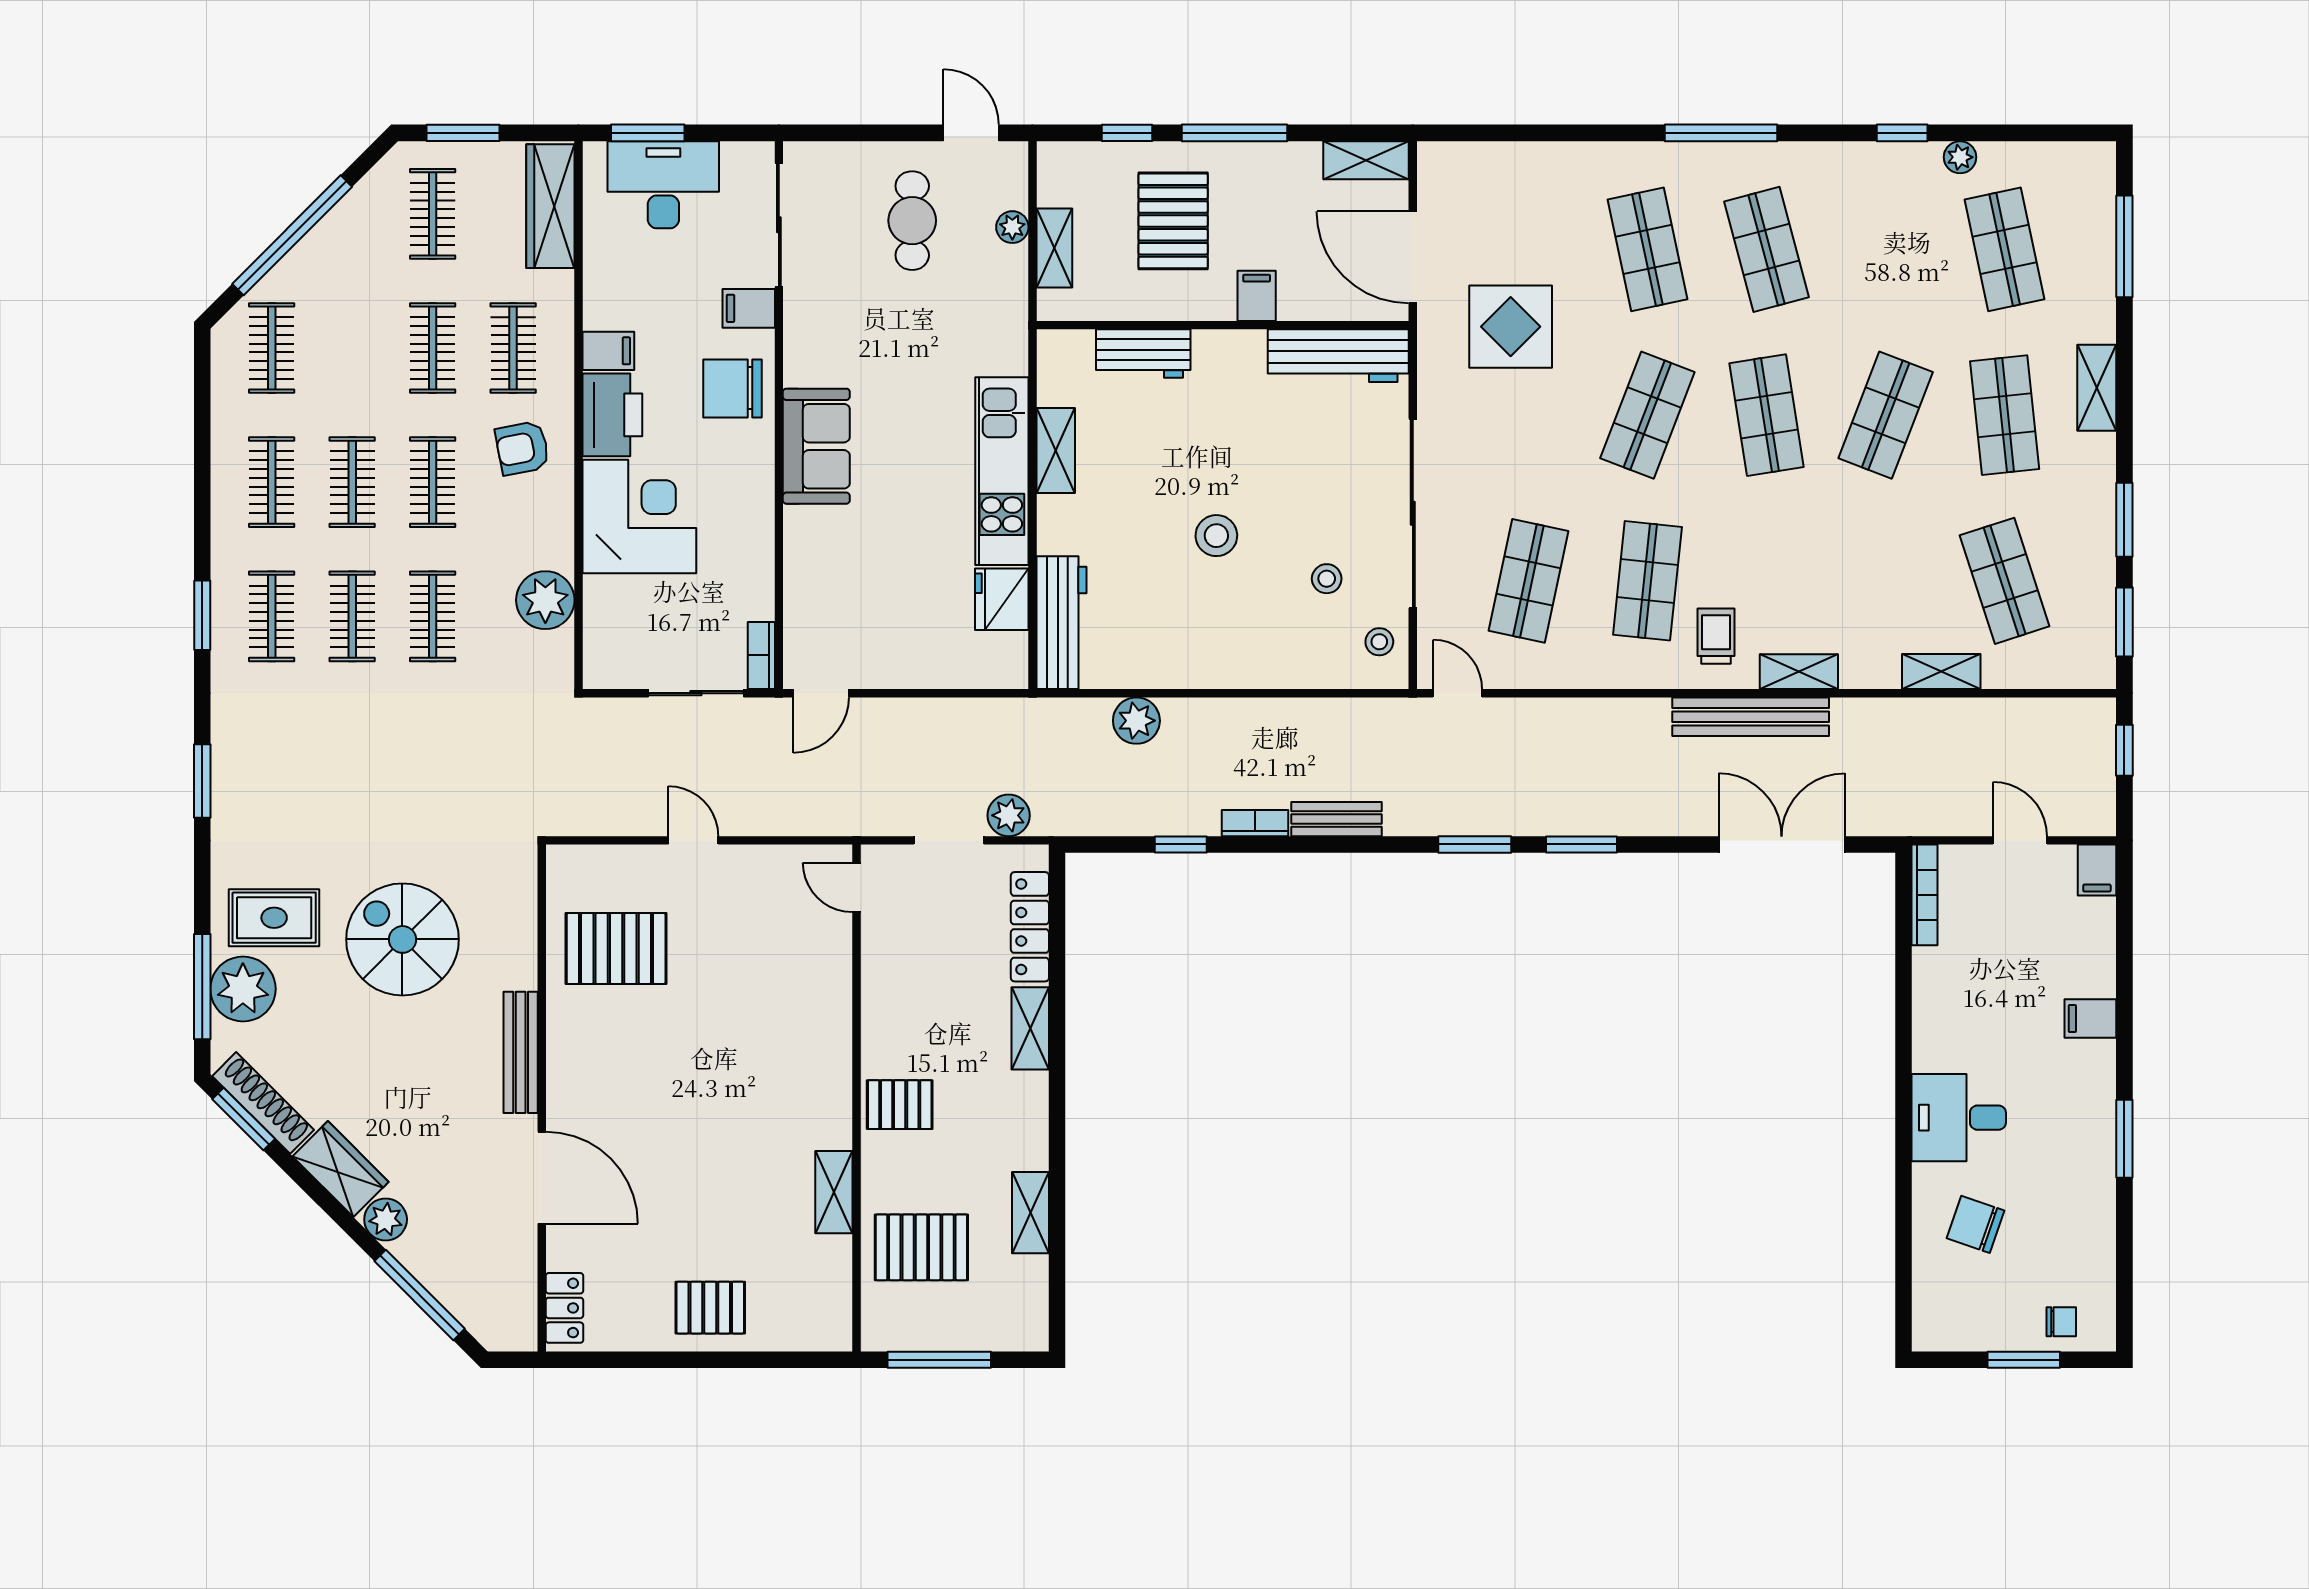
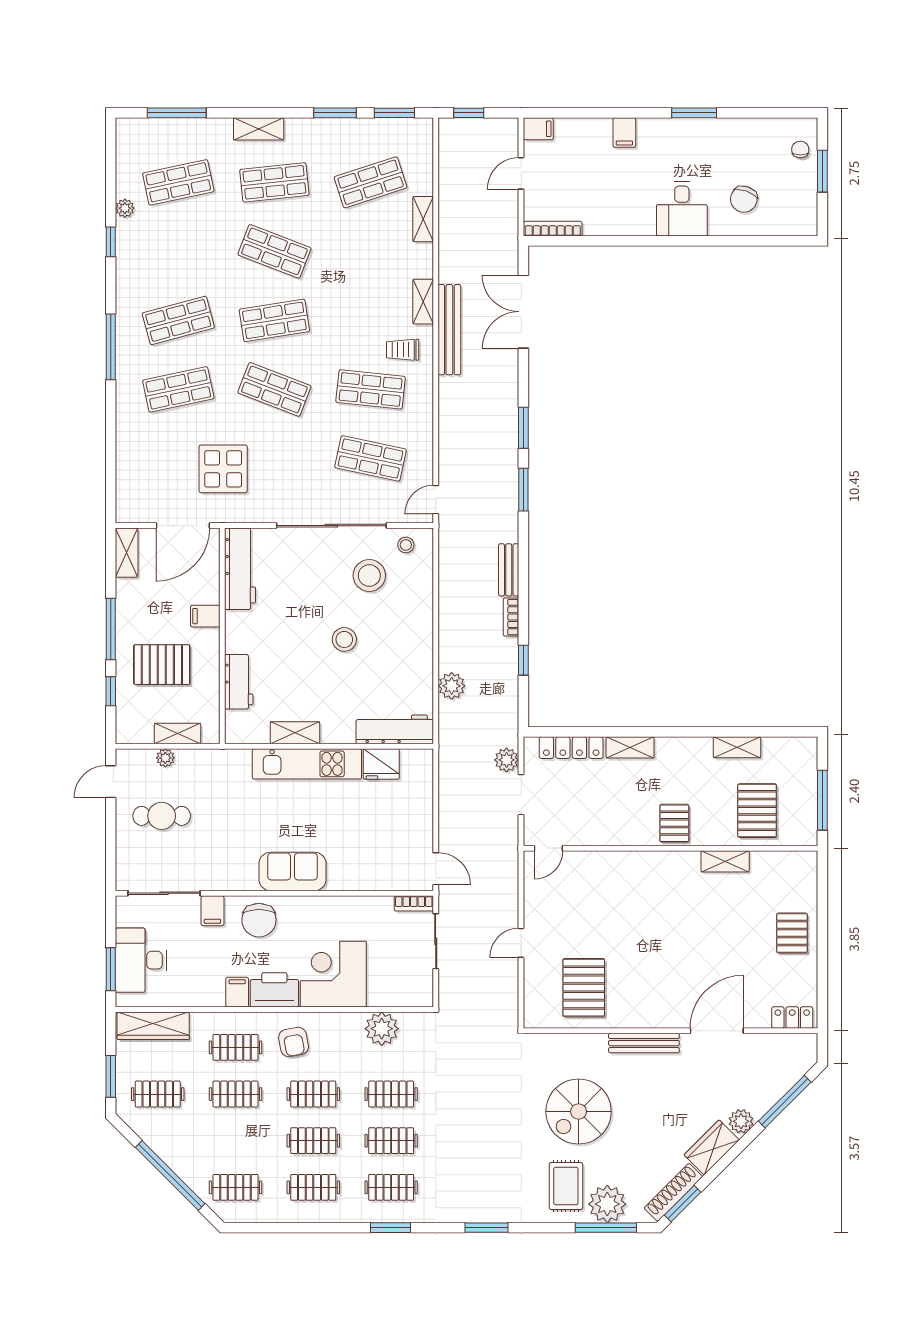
stool: (1327, 579) -> (369, 576), width x1.89, depth x1.89

